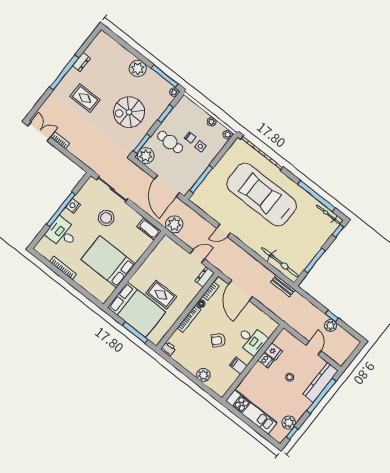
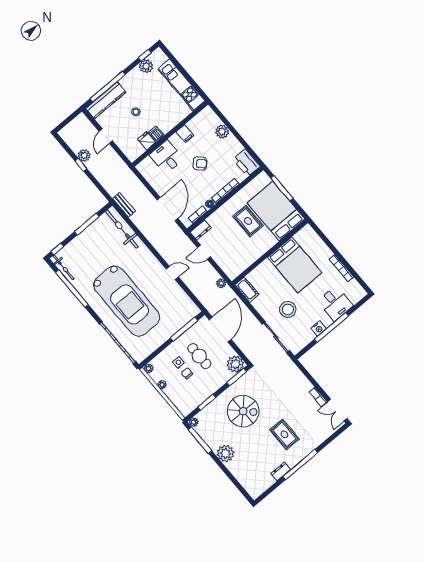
cafe table: (170, 142) -> (199, 356), moved
plant: (174, 224) -> (221, 283), width x0.53, depth x0.53
printer: (168, 349) -> (246, 163), width x1.87, depth x1.48

